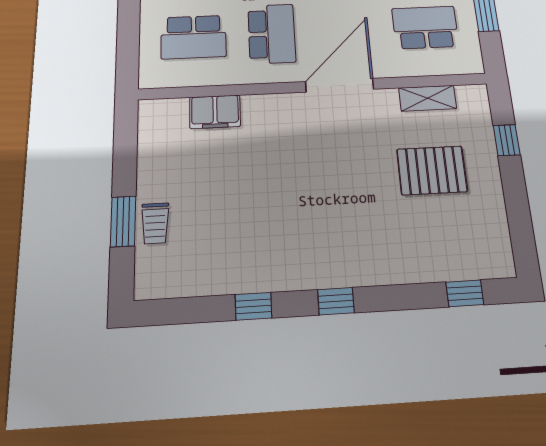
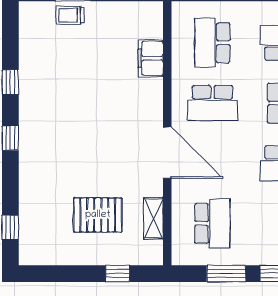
pallet: (432, 170) -> (98, 215), turned 90

